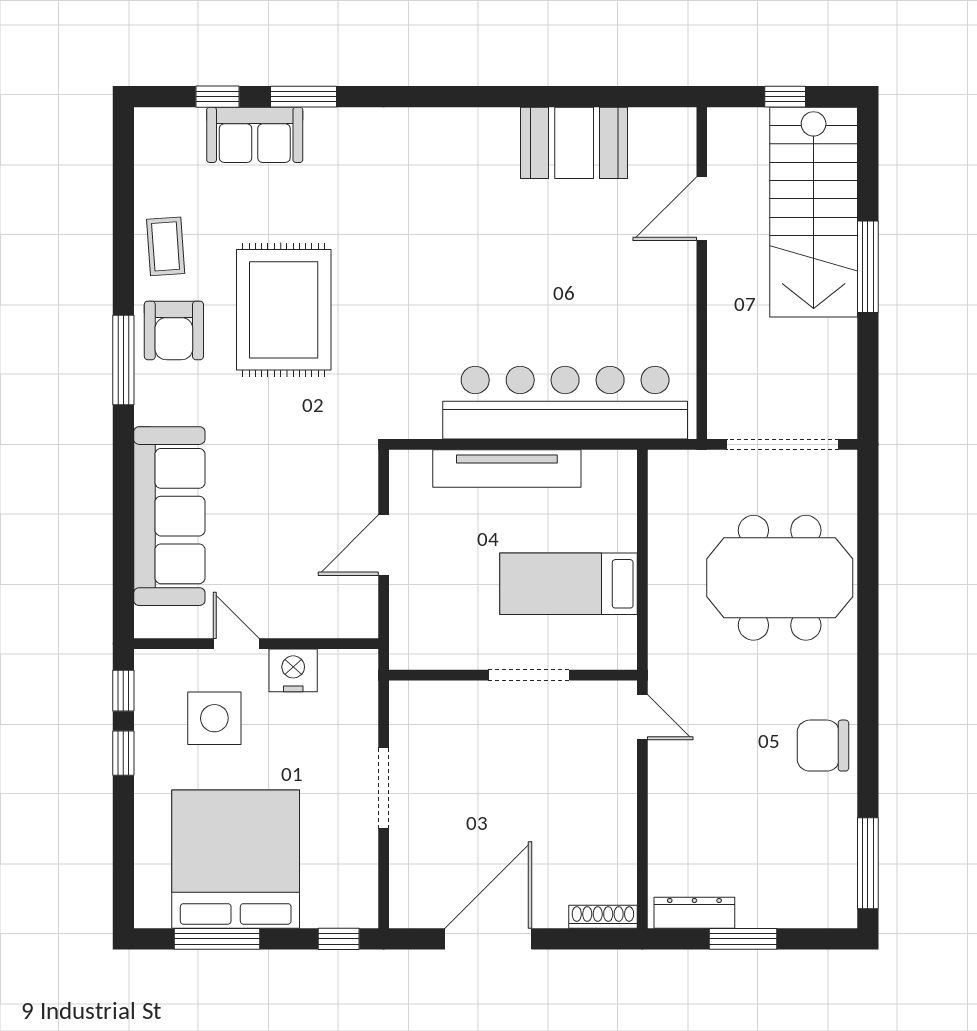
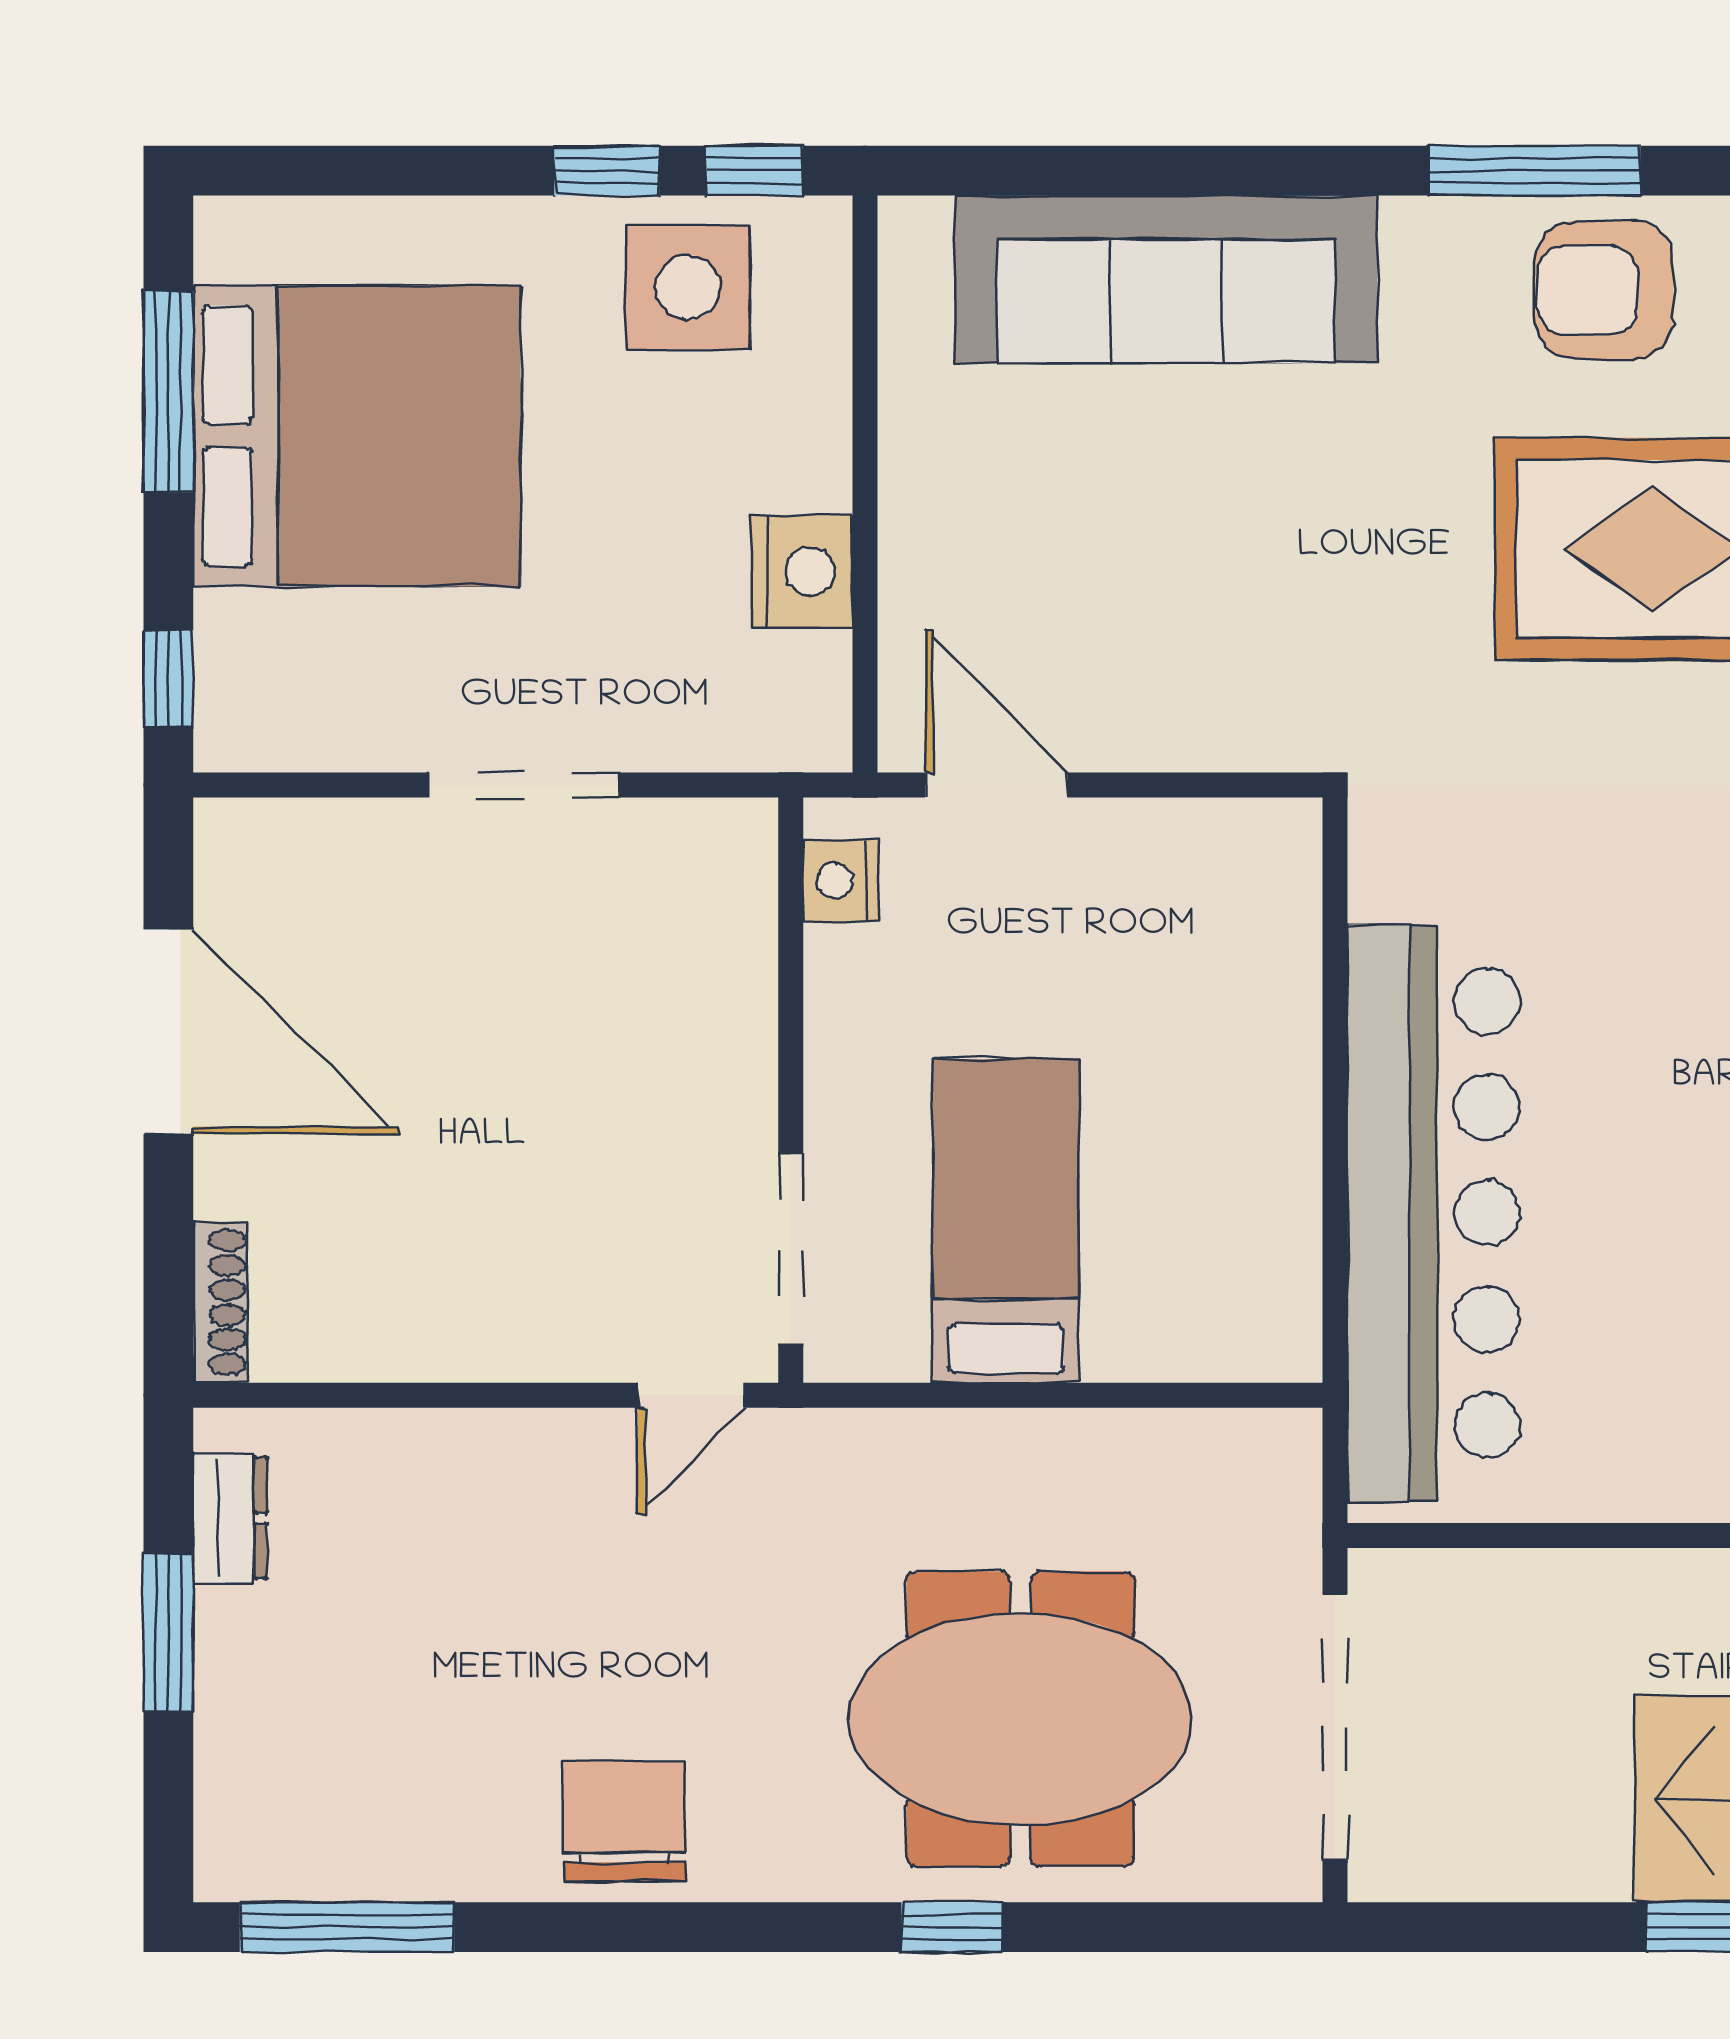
tv unit: (507, 469) -> (1278, 1076), removed
door: (384, 545) -> (996, 785), moved
meeting table: (780, 578) -> (1020, 1719), turned 90
window: (868, 607) -> (952, 1927), added
door: (236, 644) -> (865, 437), removed
nightstand: (424, 654) -> (841, 881), added
doorway: (529, 675) -> (791, 1249), moved
side table: (214, 718) -> (688, 287), moved
dresser: (694, 913) -> (230, 1518), width x0.70

